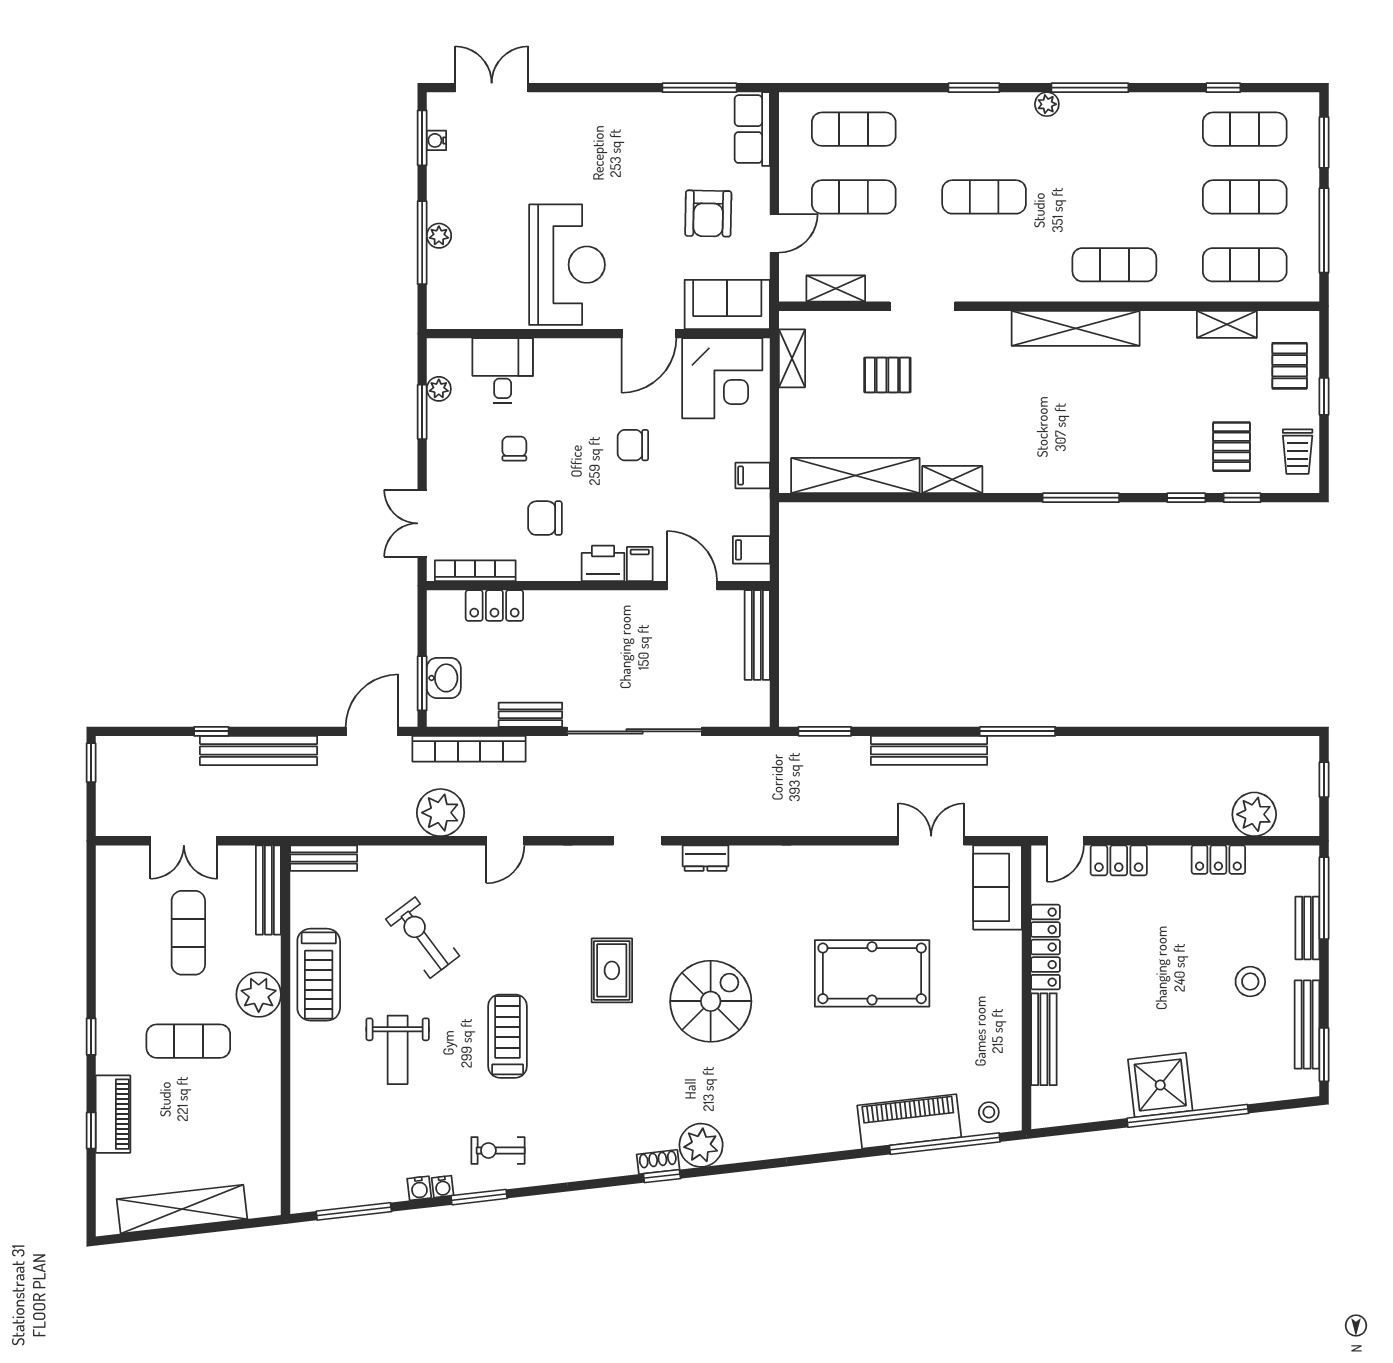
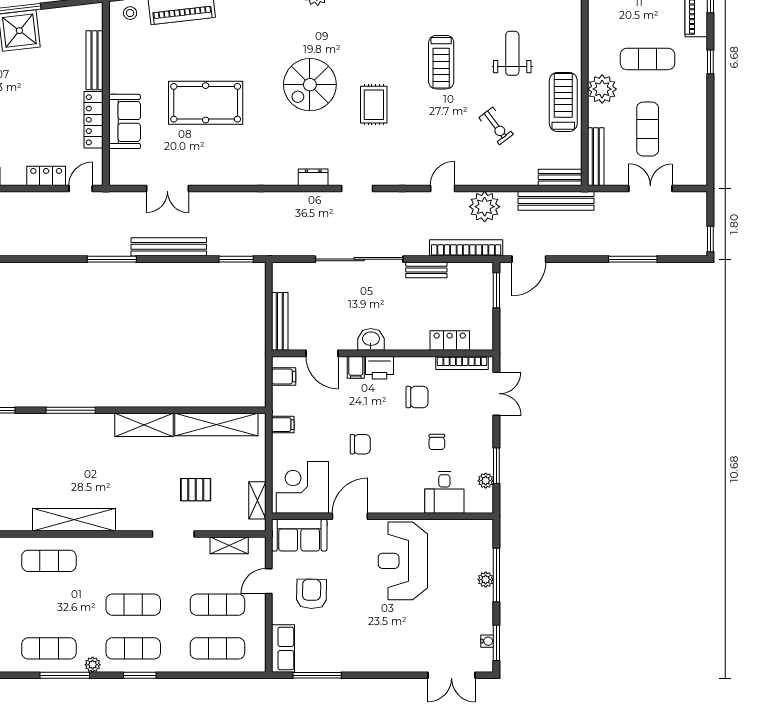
exercise mat: (984, 129) -> (133, 648), added
exercise mat: (1114, 129) -> (49, 648), added
shelving: (952, 479) -> (144, 425), width x1.50, depth x1.33
washbasin: (444, 678) -> (371, 339), moved, turned 90
window: (211, 731) -> (633, 259), width x2.17
bench: (259, 751) -> (556, 201), moved
sofa: (998, 887) -> (125, 121), moved
exercise bike: (423, 938) -> (496, 126), width x0.73, depth x0.72

